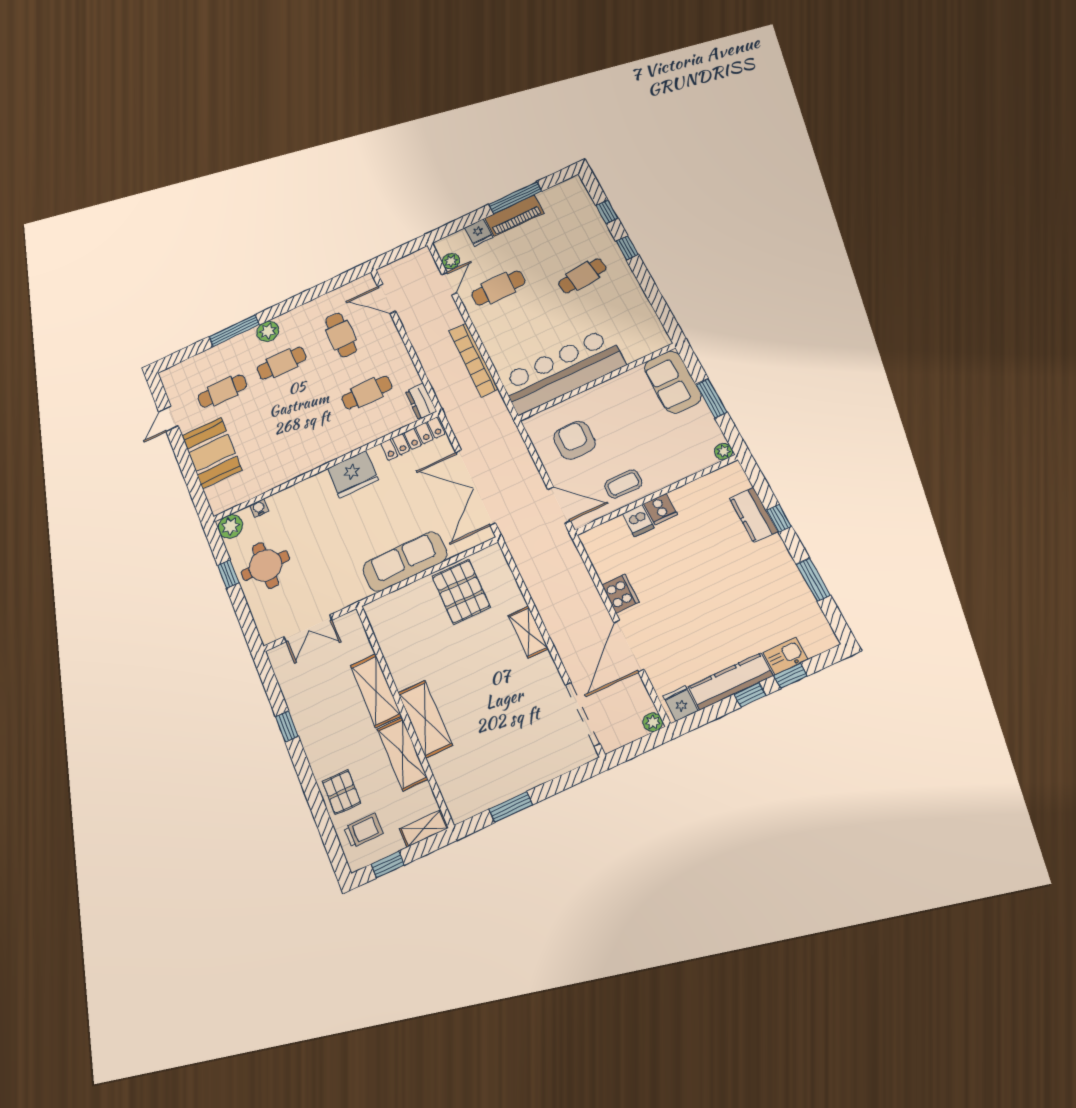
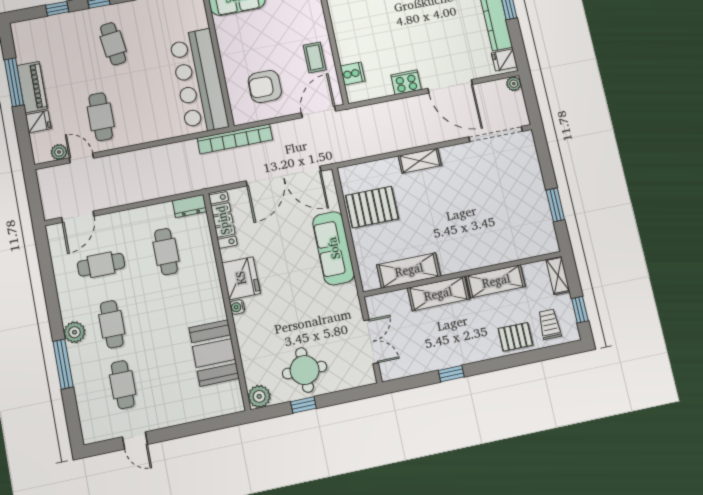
bookcase: (474, 360) -> (235, 139), moved
booth: (212, 453) -> (214, 353), moved, turned 90
water cooler: (259, 508) -> (237, 307), moved
cooker: (660, 509) -> (353, 74), moved
dishwasher: (638, 521) -> (349, 54), removed
shelving: (425, 719) -> (409, 270), moved

